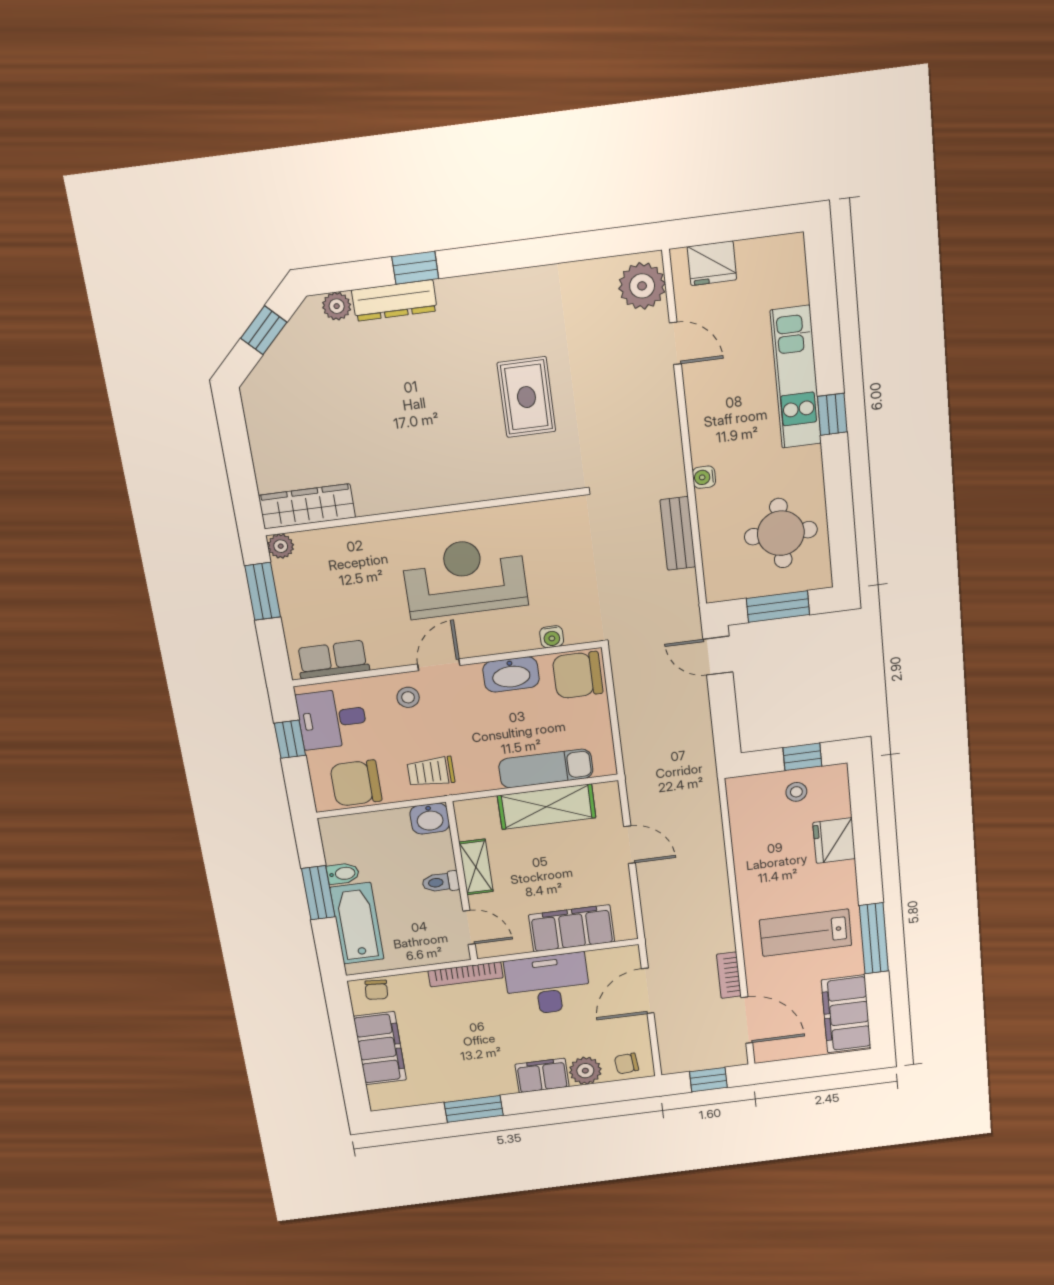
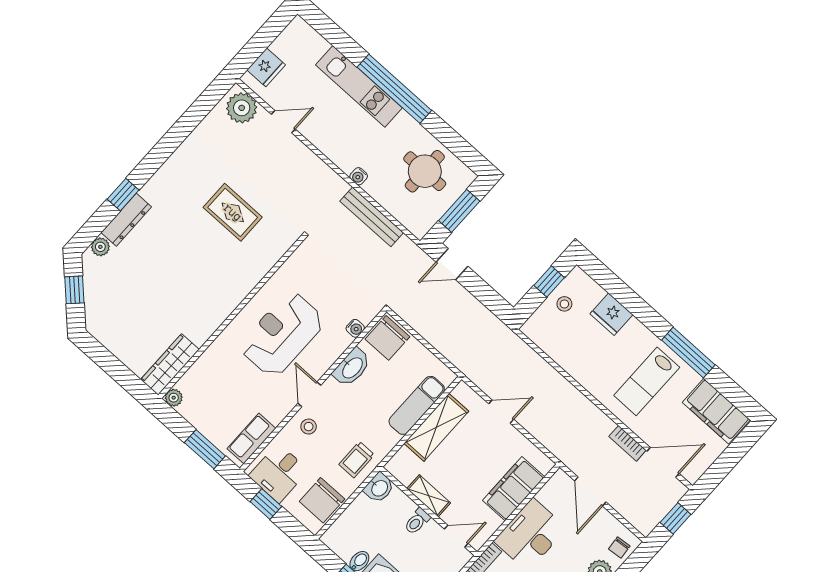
window: (832, 414) -> (394, 89), width x3.17
bench: (678, 533) -> (372, 217), width x1.36
window: (263, 591) -> (205, 449), moved

